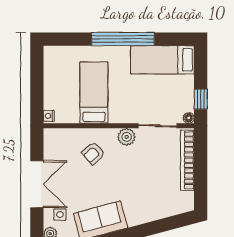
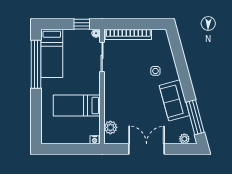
window: (123, 39) -> (36, 64), moved
plant: (127, 137) -> (110, 127), moved
armchair: (93, 153) -> (123, 106), removed
side table: (60, 215) -> (155, 71), moved

